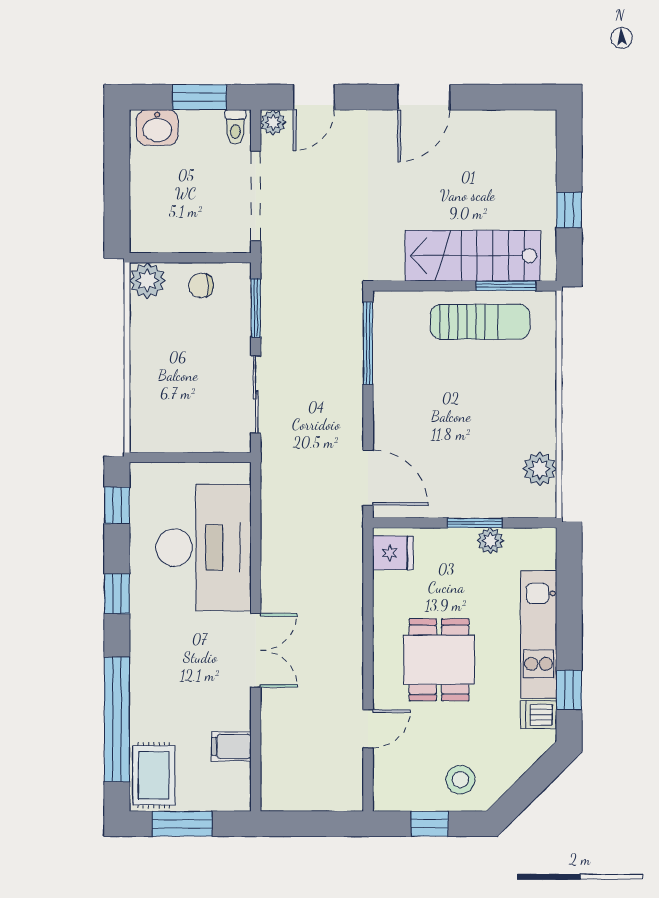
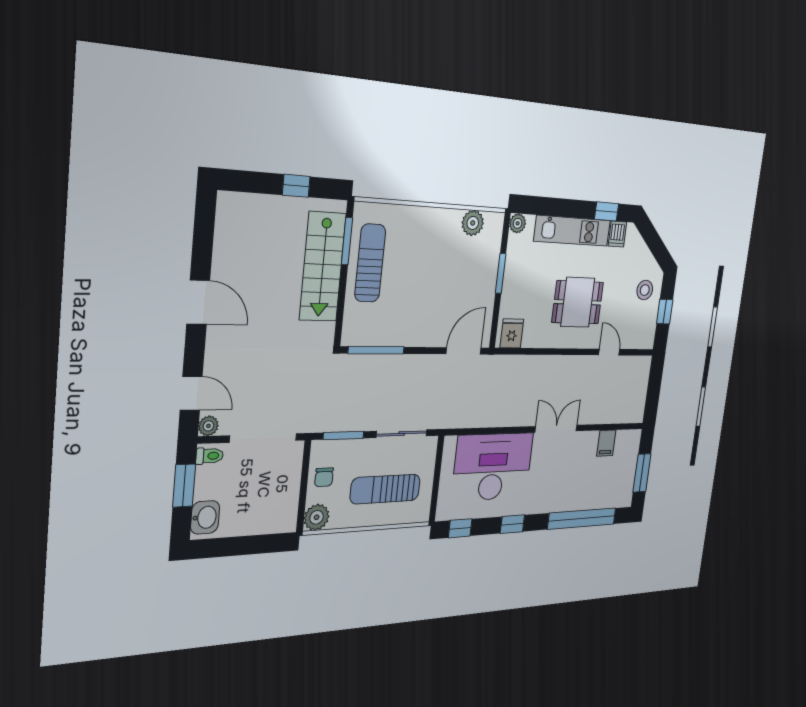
sun lounger: (180, 379) -> (385, 489), added
plant: (490, 541) -> (518, 223), moved
rug: (154, 775) -> (615, 493), removed

